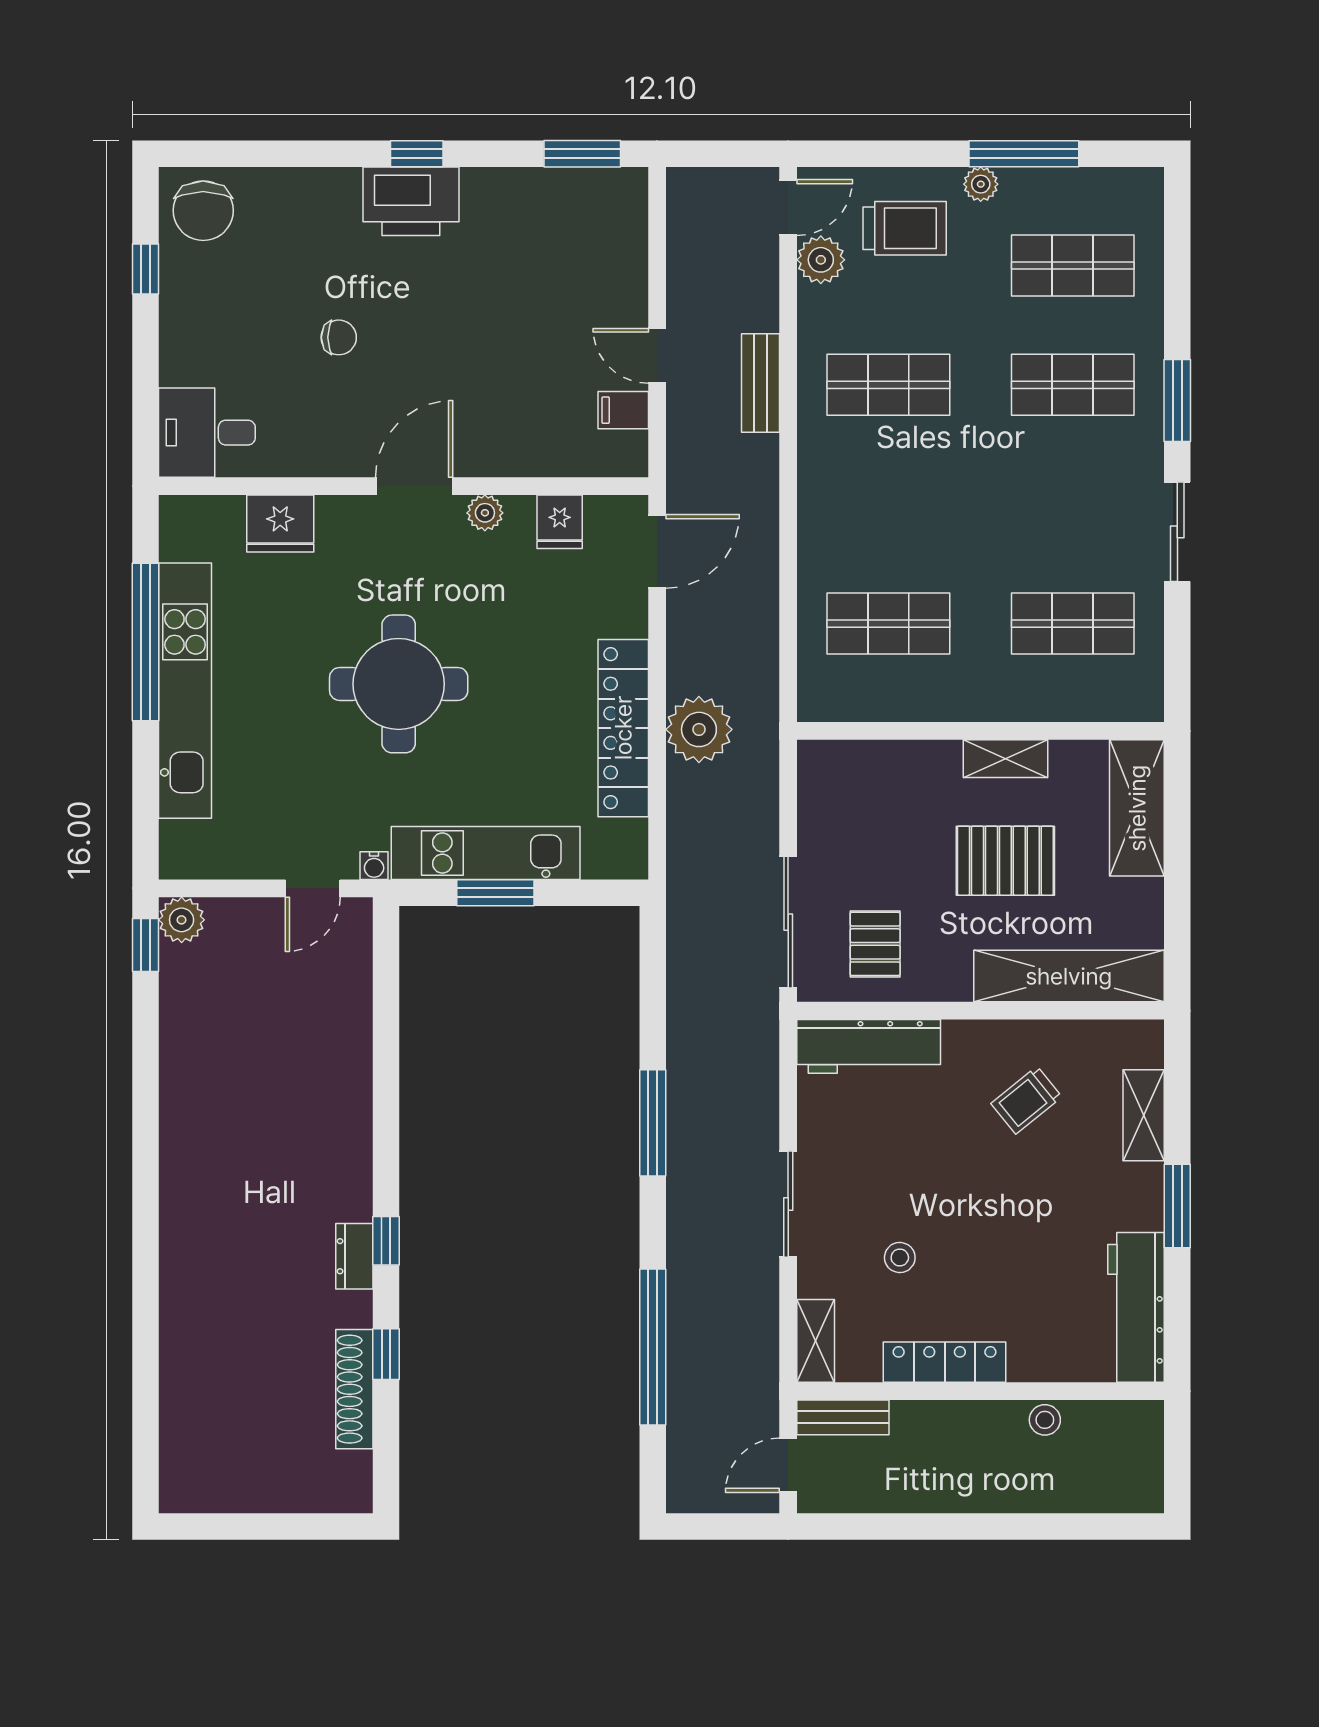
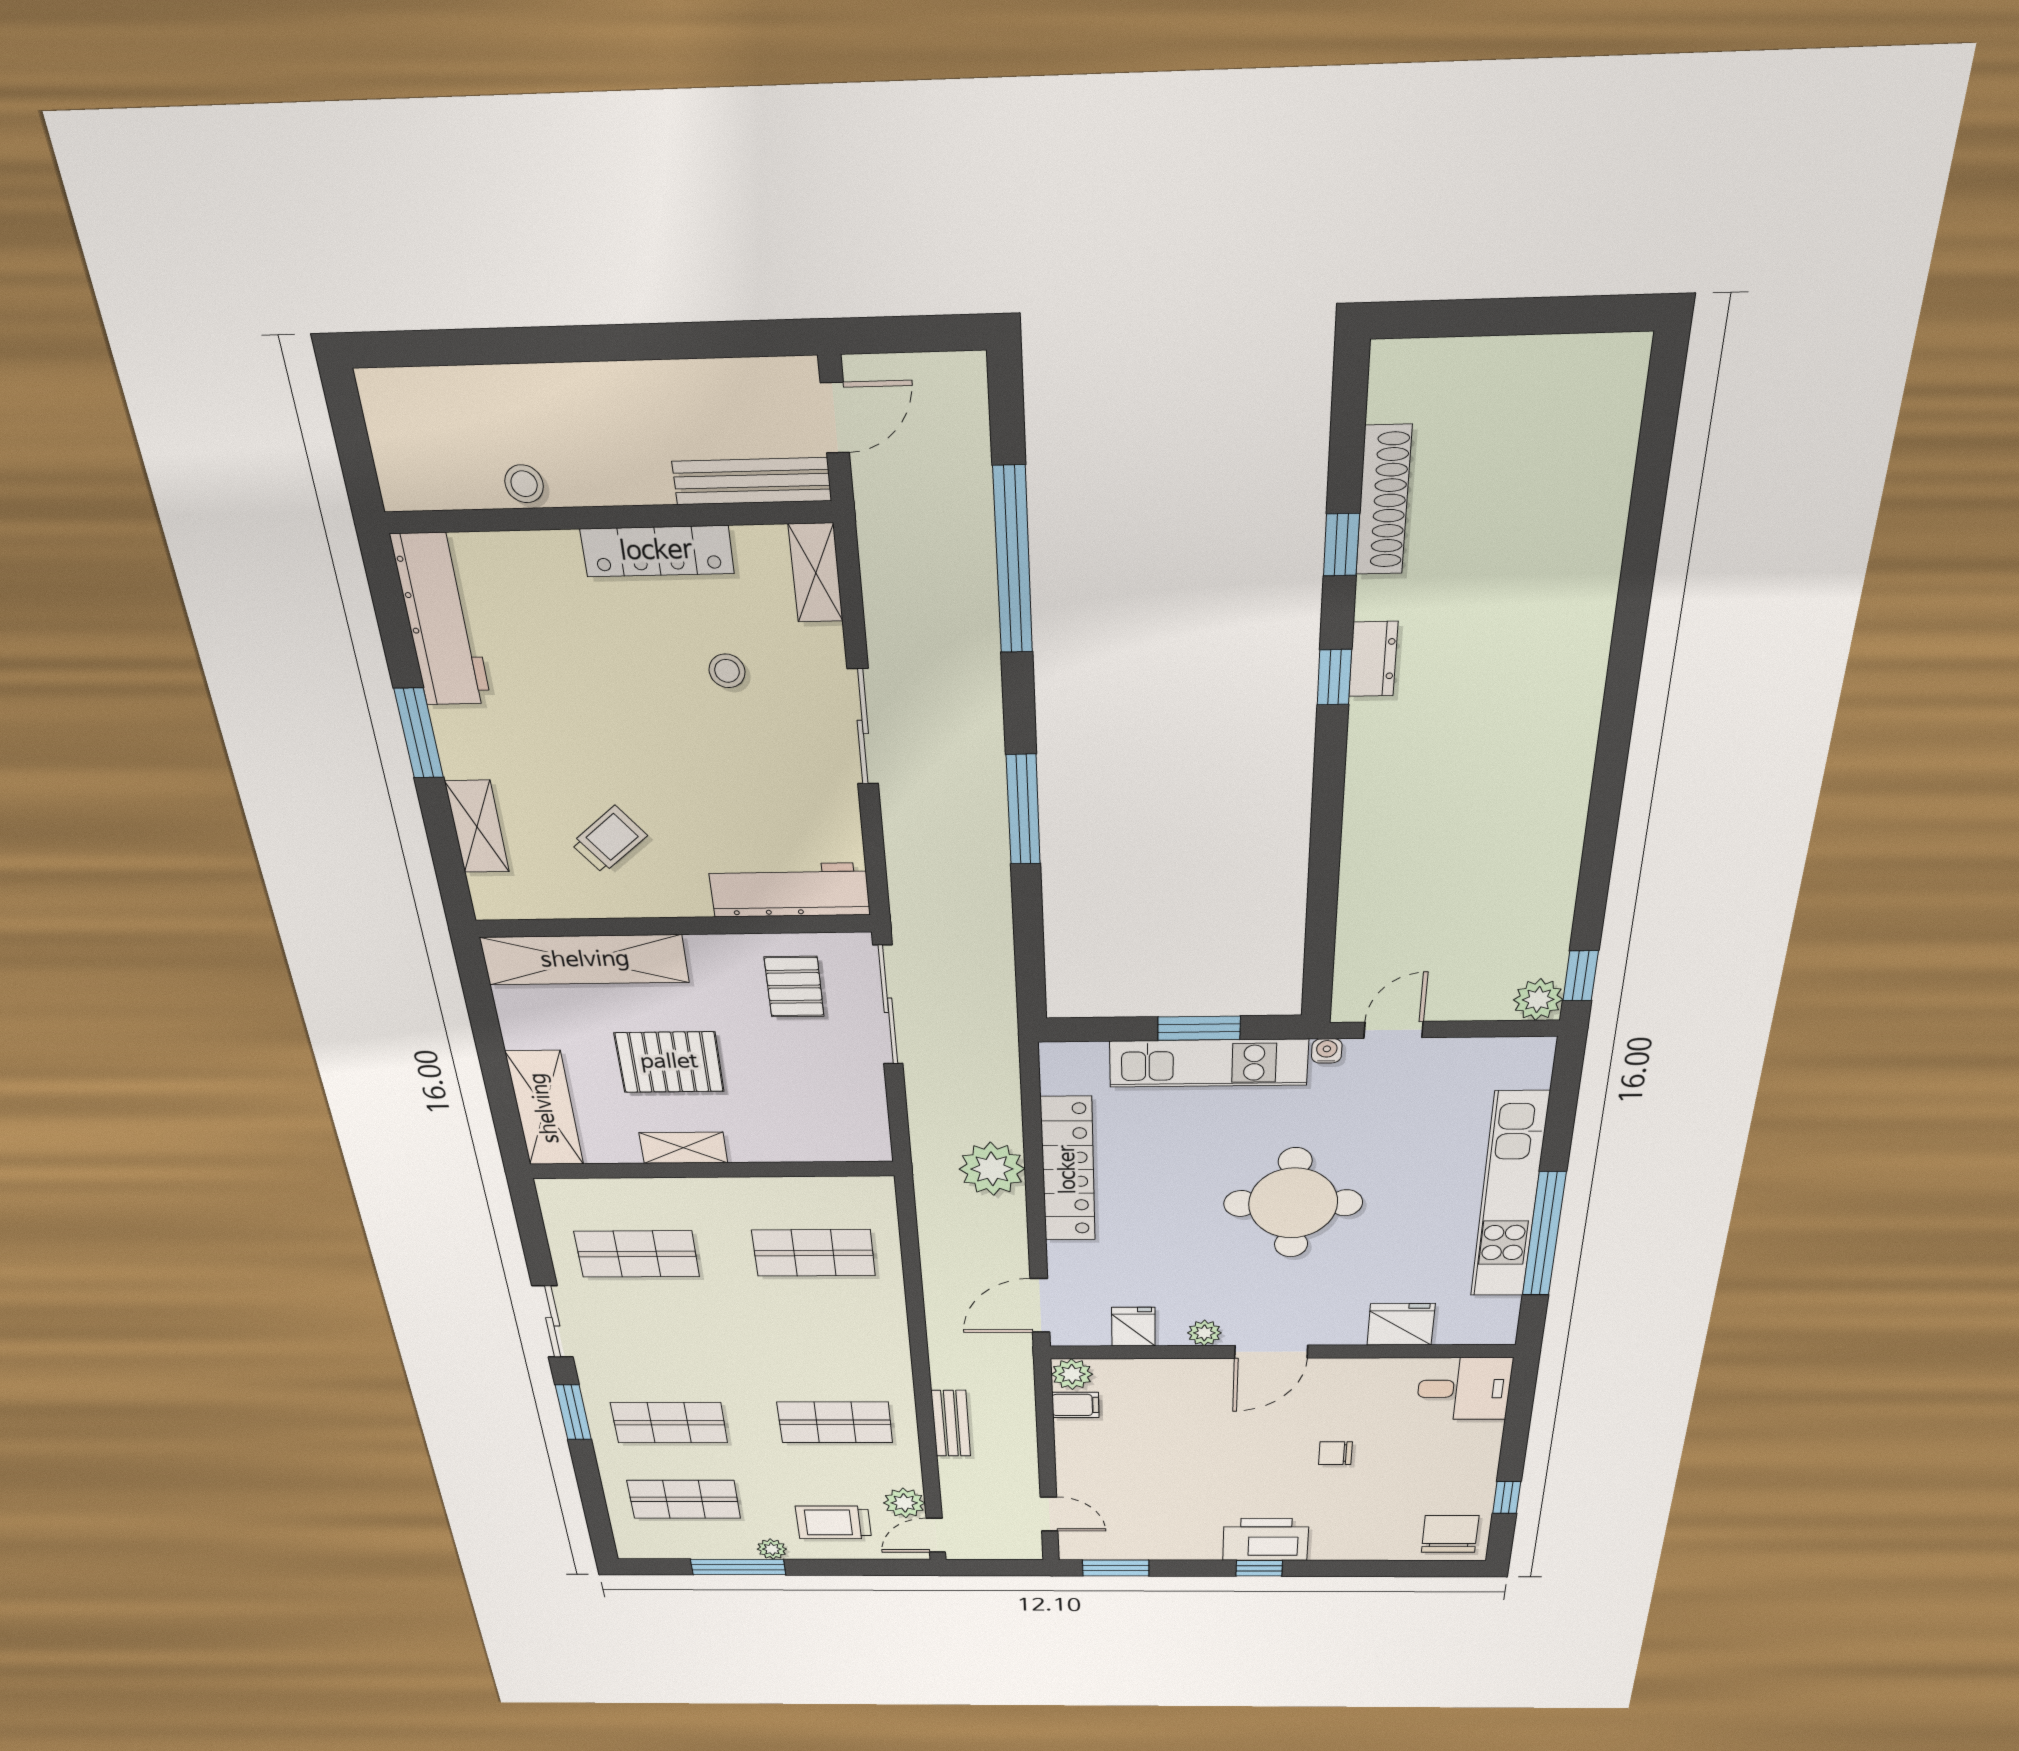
door: (657, 356) -> (1049, 1514), moved
plant: (626, 455) -> (1072, 1374), added
bench: (843, 1417) -> (752, 481), width x1.36

